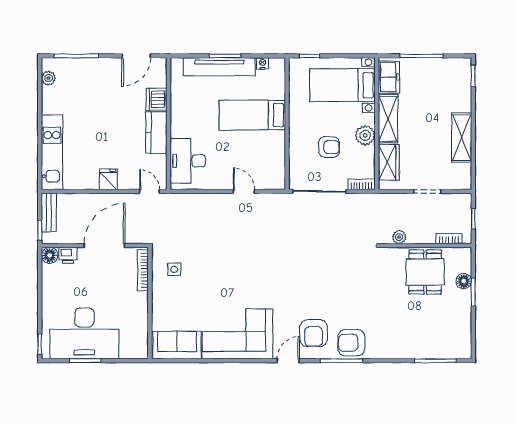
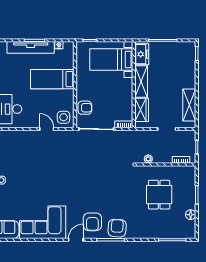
plant: (365, 135) -> (126, 92), removed
shelving: (462, 137) -> (189, 105), moved
armchair: (329, 147) -> (85, 108), moved
side table: (270, 173) -> (64, 117), added
dining table: (425, 272) -> (159, 195), moved
floor lamp: (464, 281) -> (191, 215), moved
armchair: (351, 343) -> (117, 228), turned 94

